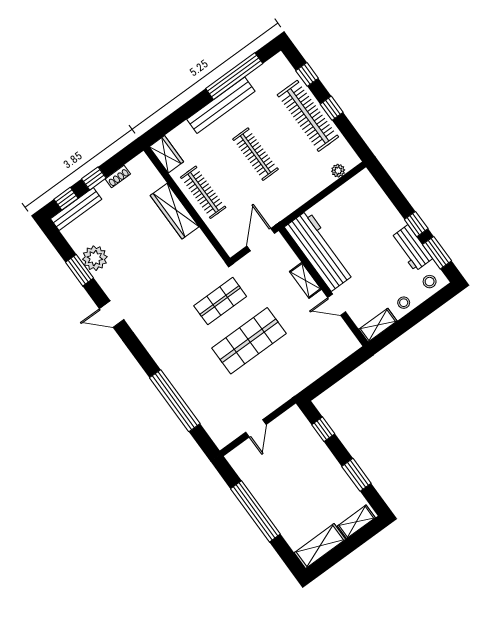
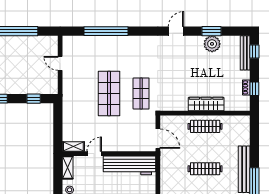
wardrobe: (166, 154) -> (239, 122), removed
window: (94, 178) -> (254, 89), moved
shelving: (305, 280) -> (73, 146), moved

